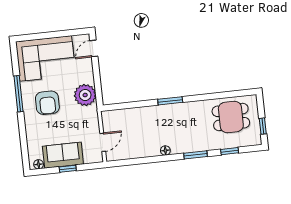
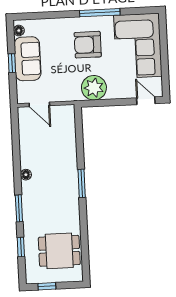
dining table: (231, 117) -> (59, 251), turned 90

